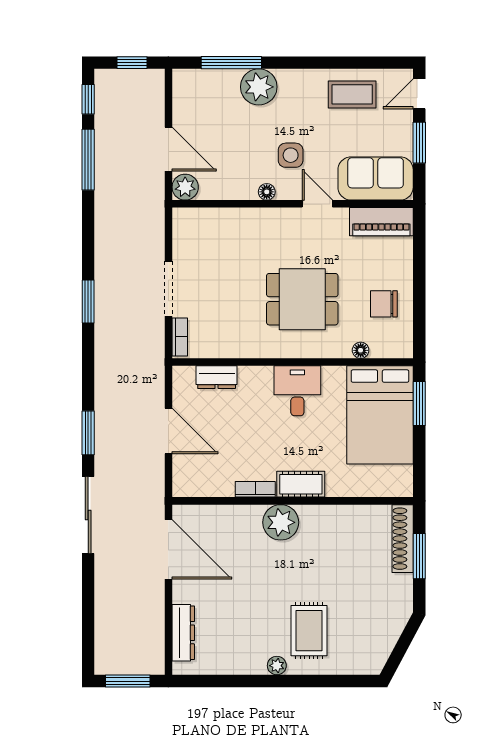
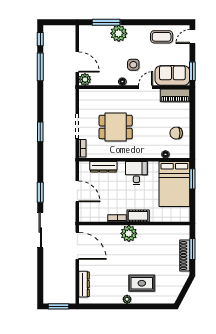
window: (132, 63) -> (60, 22), removed
window: (419, 143) -> (192, 71), moved
door: (317, 204) -> (146, 87), hinge flipped
dining table: (302, 299) -> (116, 127), moved
dresser: (217, 377) -> (103, 167), width x1.44
shoe rack: (403, 539) -> (185, 256), moved
rug: (309, 631) -> (142, 283), turned 90

